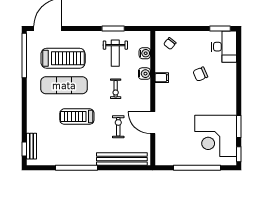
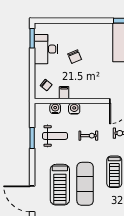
desk: (224, 47) -> (46, 49), moved, turned -90
treadmill: (63, 58) -> (60, 185), turned 180
filing cabinet: (162, 78) -> (64, 93), moved

